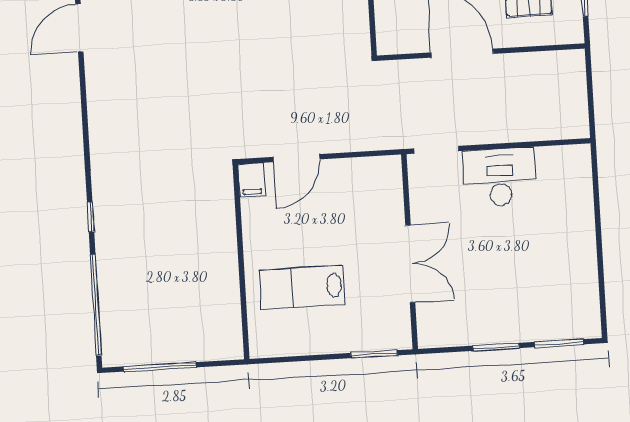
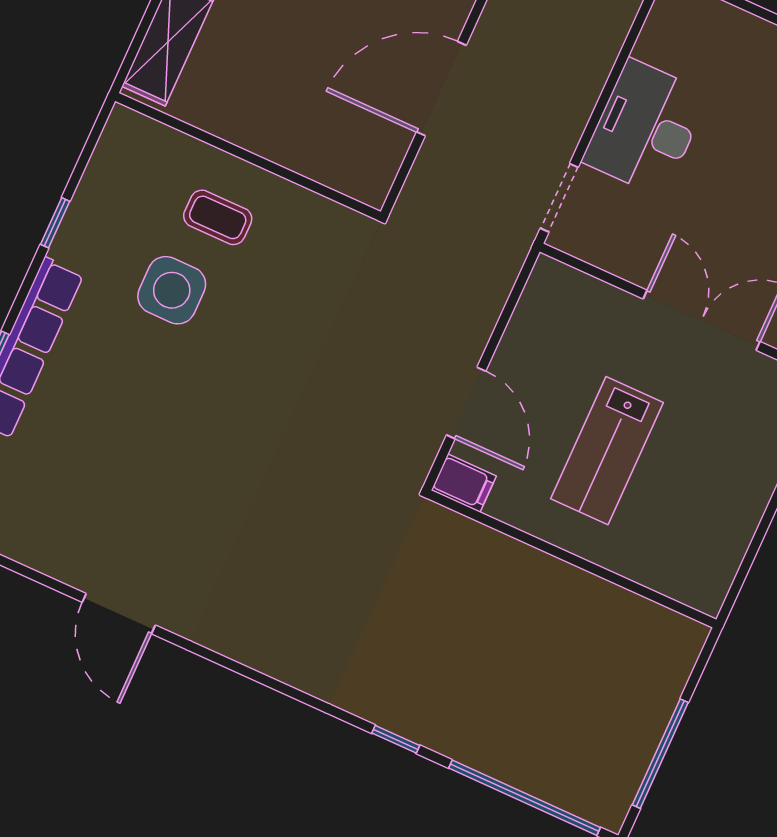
lab bench: (302, 287) -> (607, 451), moved

